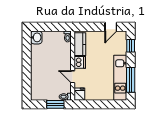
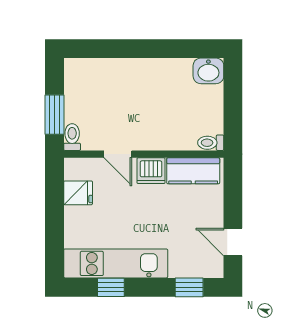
door: (73, 77) -> (118, 154), swing flipped
window: (131, 80) -> (111, 287), width x0.46
fridge: (79, 94) -> (78, 193), moved

